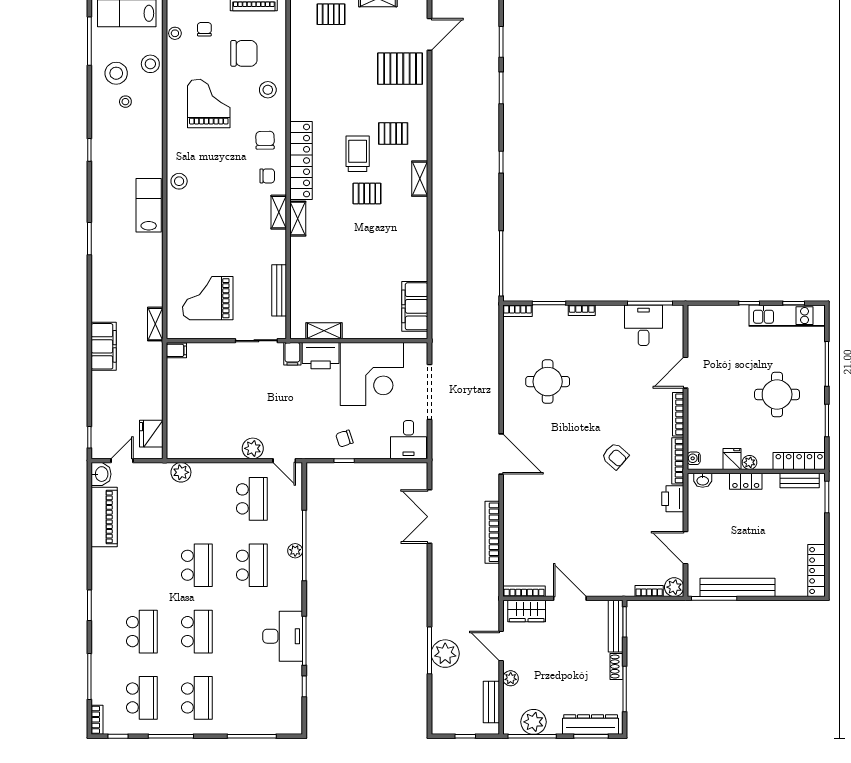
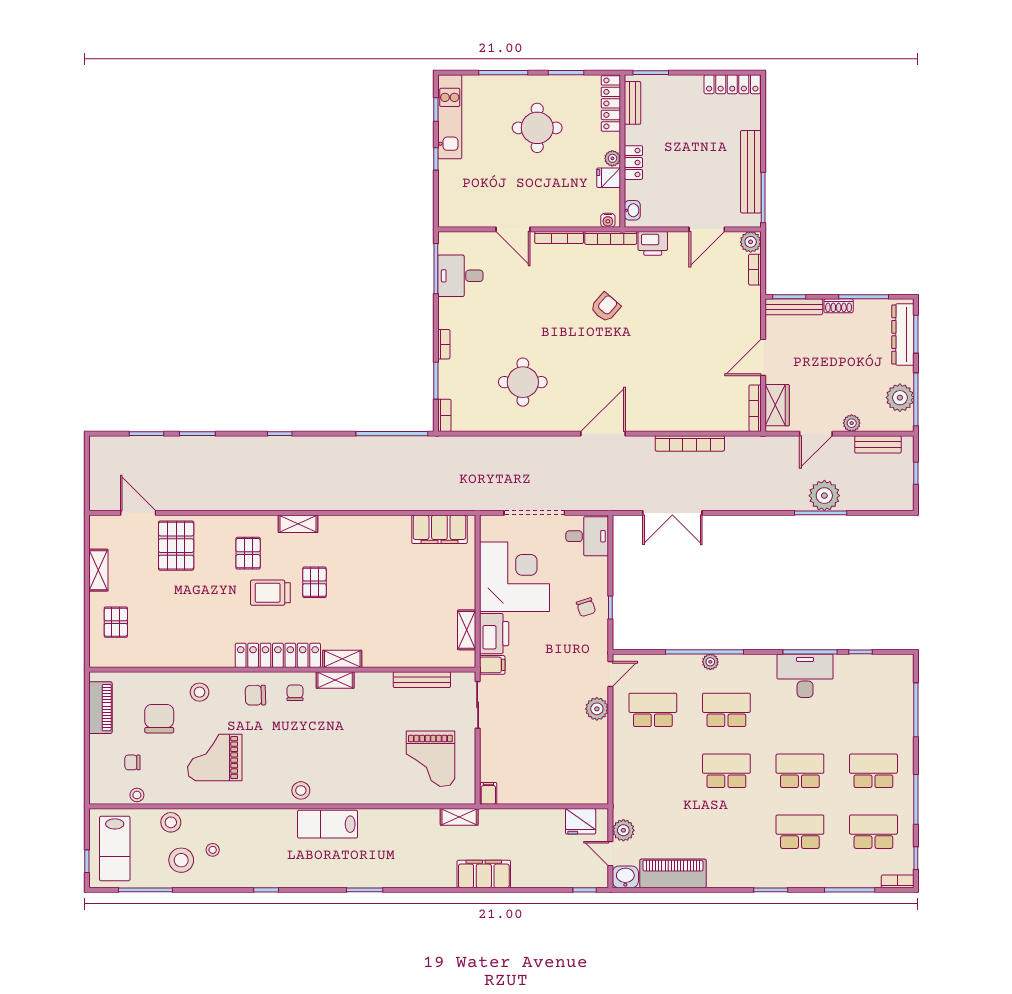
plant: (181, 472) -> (623, 830), moved

